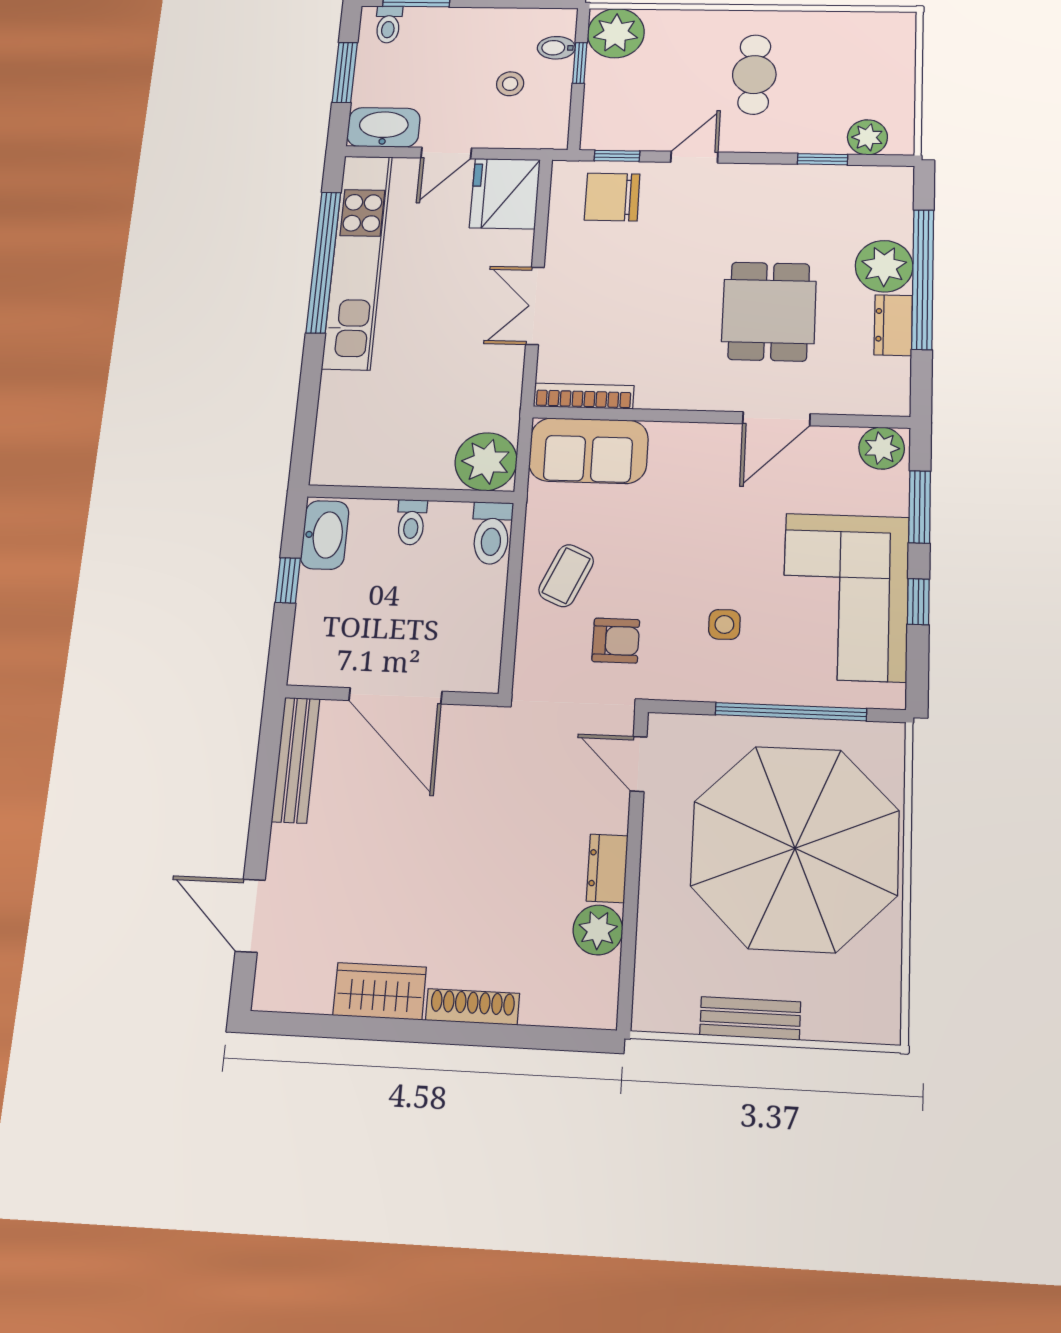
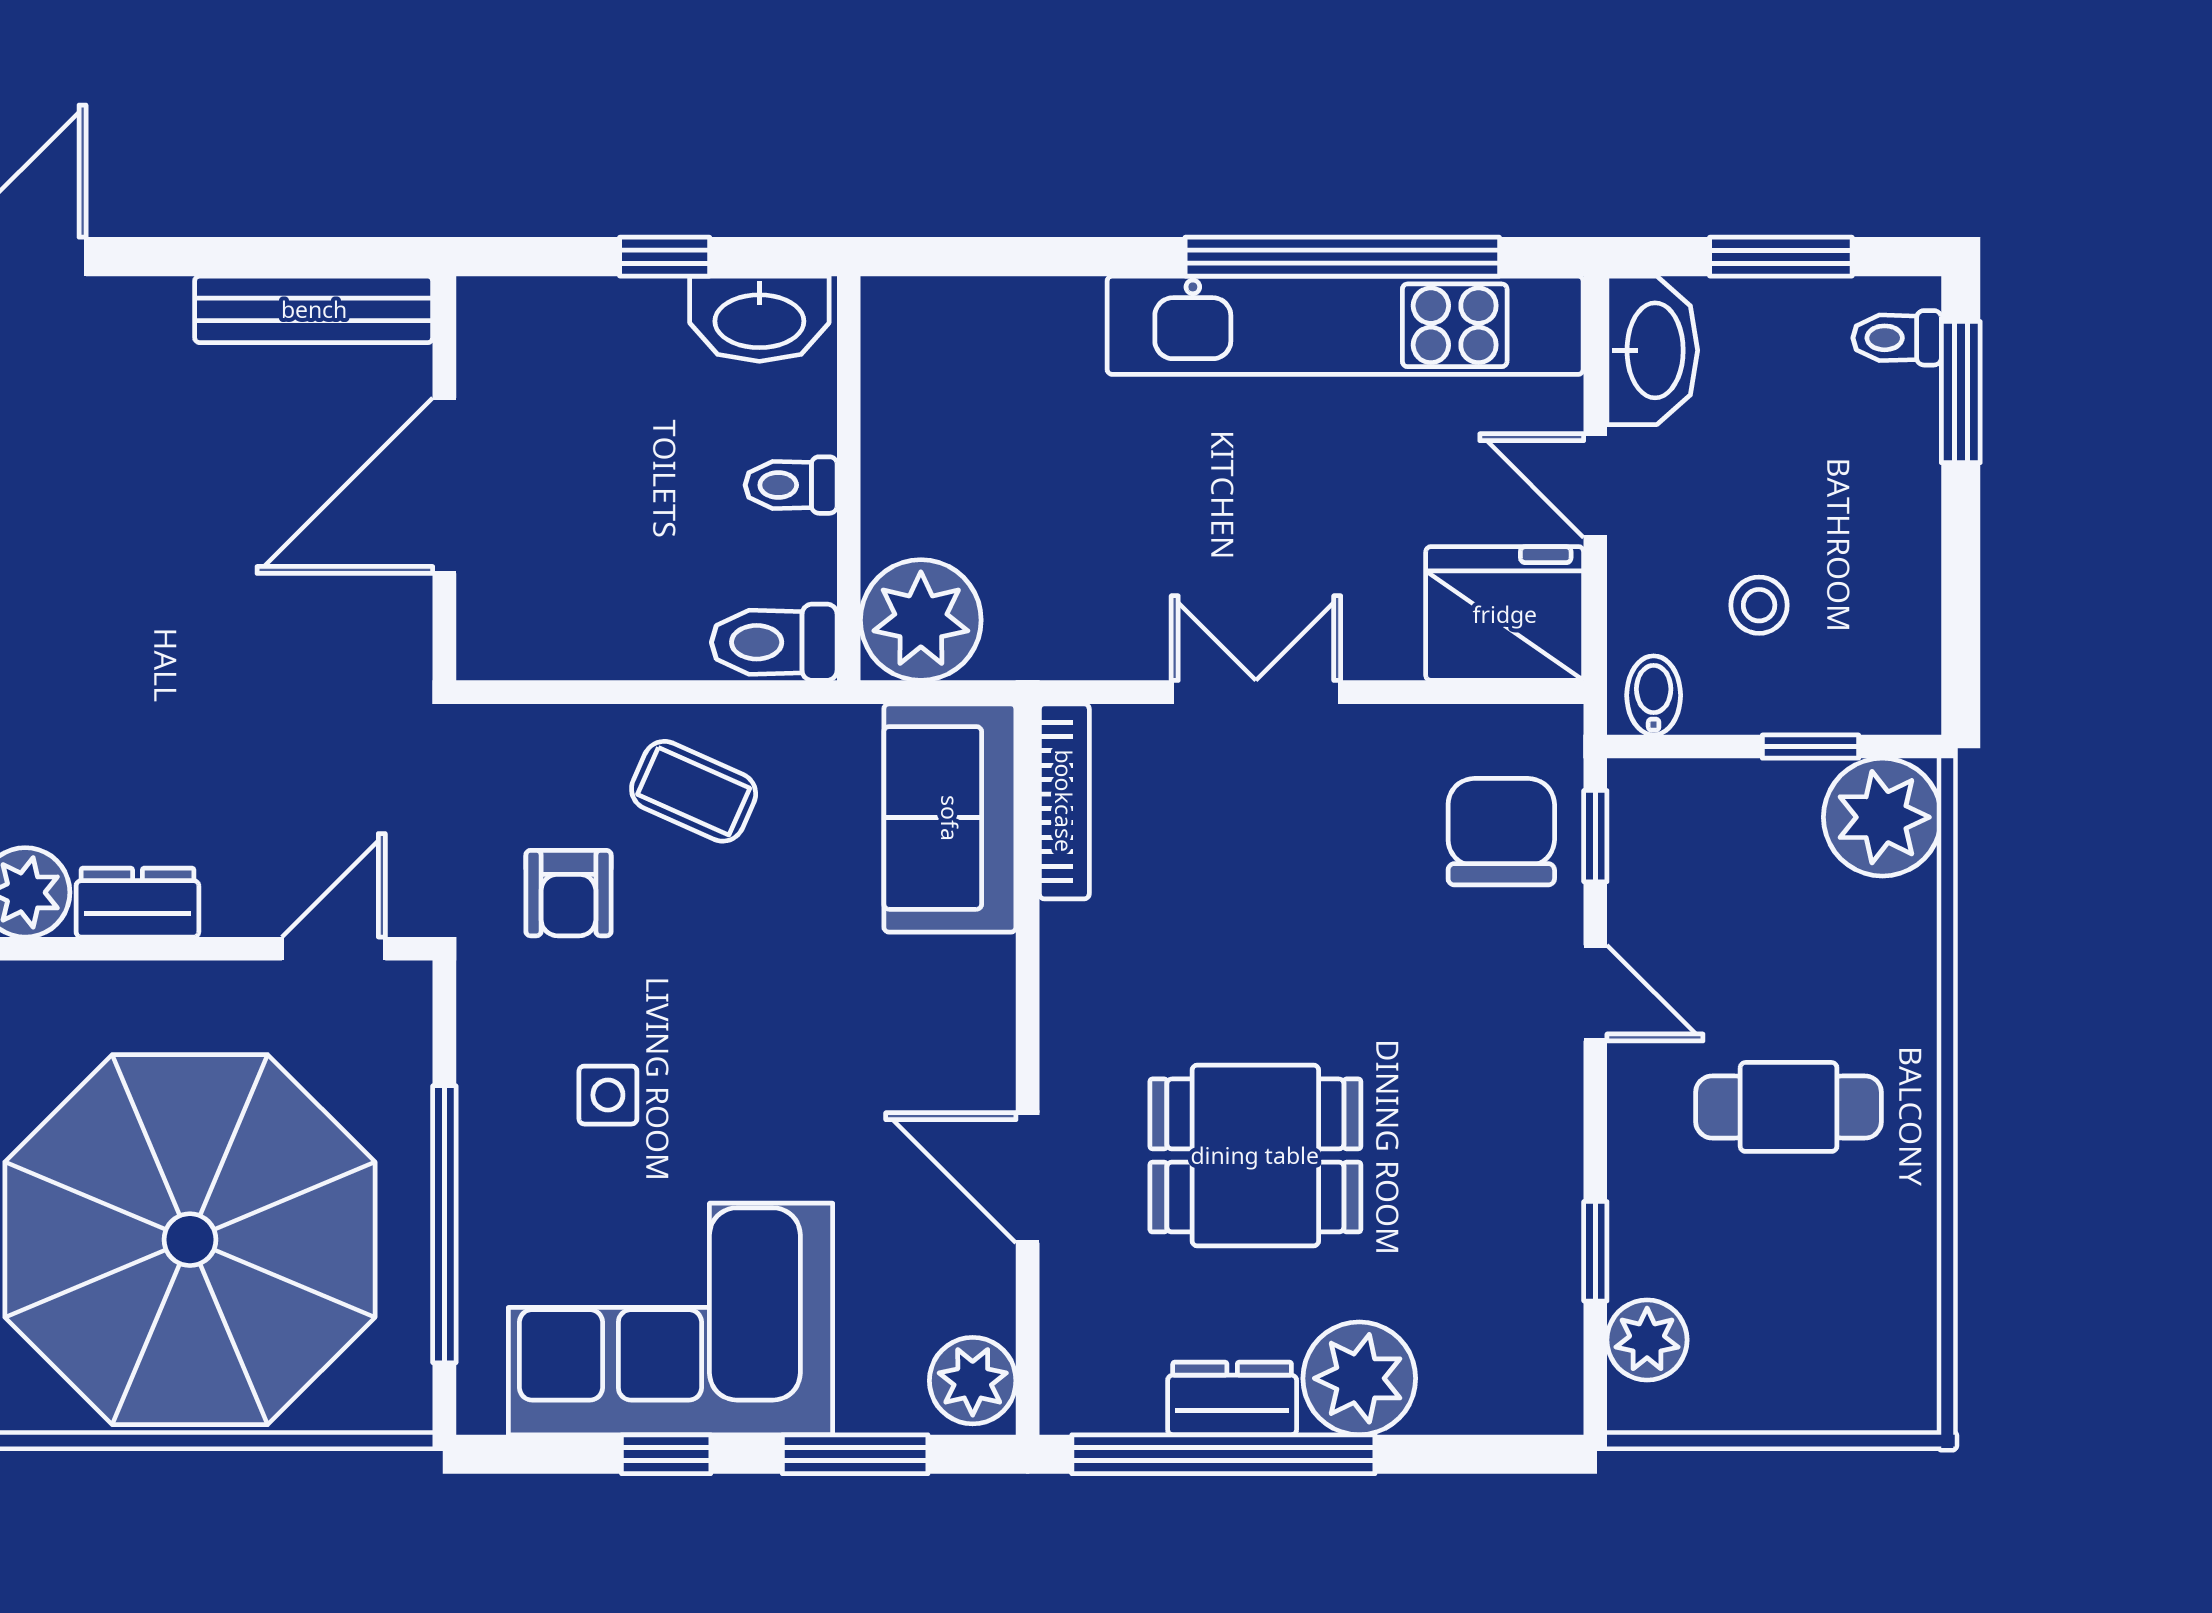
bidet: (556, 48) -> (1654, 695), moved
window: (923, 279) -> (1223, 1454), moved

